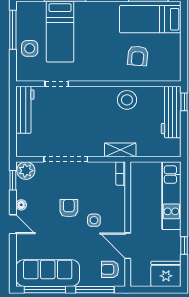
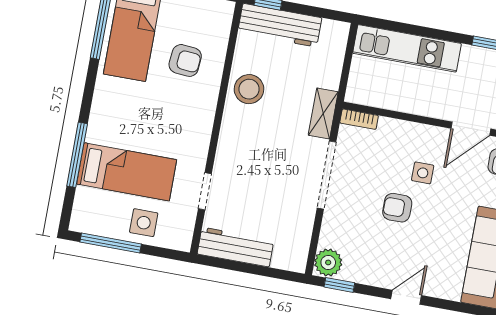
doorway: (66, 159) -> (327, 175), moved
floor lamp: (21, 205) -> (379, 279), removed

